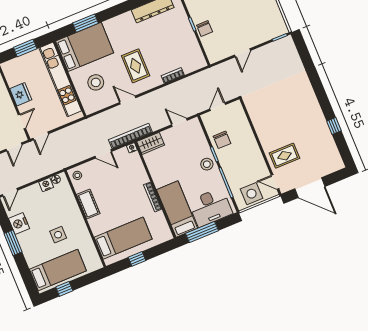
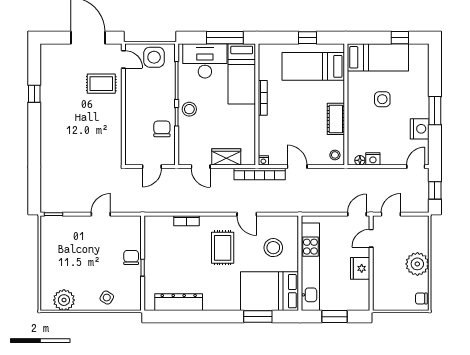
wardrobe: (151, 143) -> (226, 157), moved
bed: (58, 270) -> (378, 57), moved, turned 180

